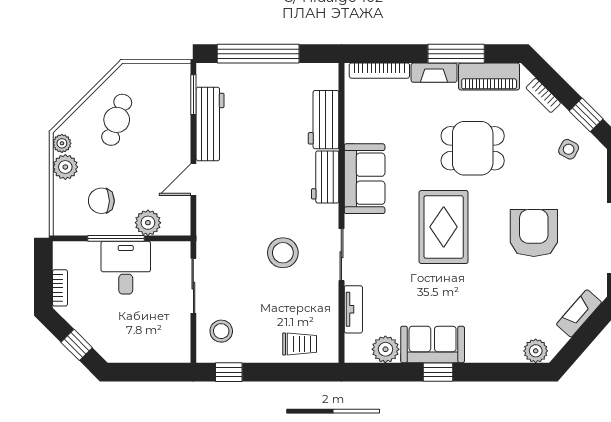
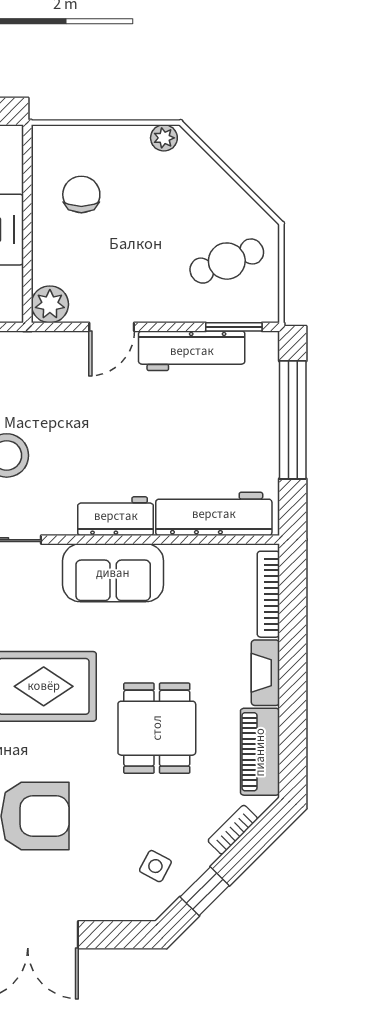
window: (456, 54) -> (293, 704), removed
cafe table: (117, 120) -> (227, 261), moved, turned -40
workbench: (324, 120) -> (214, 514), width x1.38
plant: (65, 167) -> (130, 143), removed
door: (193, 180) -> (112, 327), swing flipped
plant: (148, 223) -> (50, 304), moved
window: (116, 238) -> (27, 216), removed

